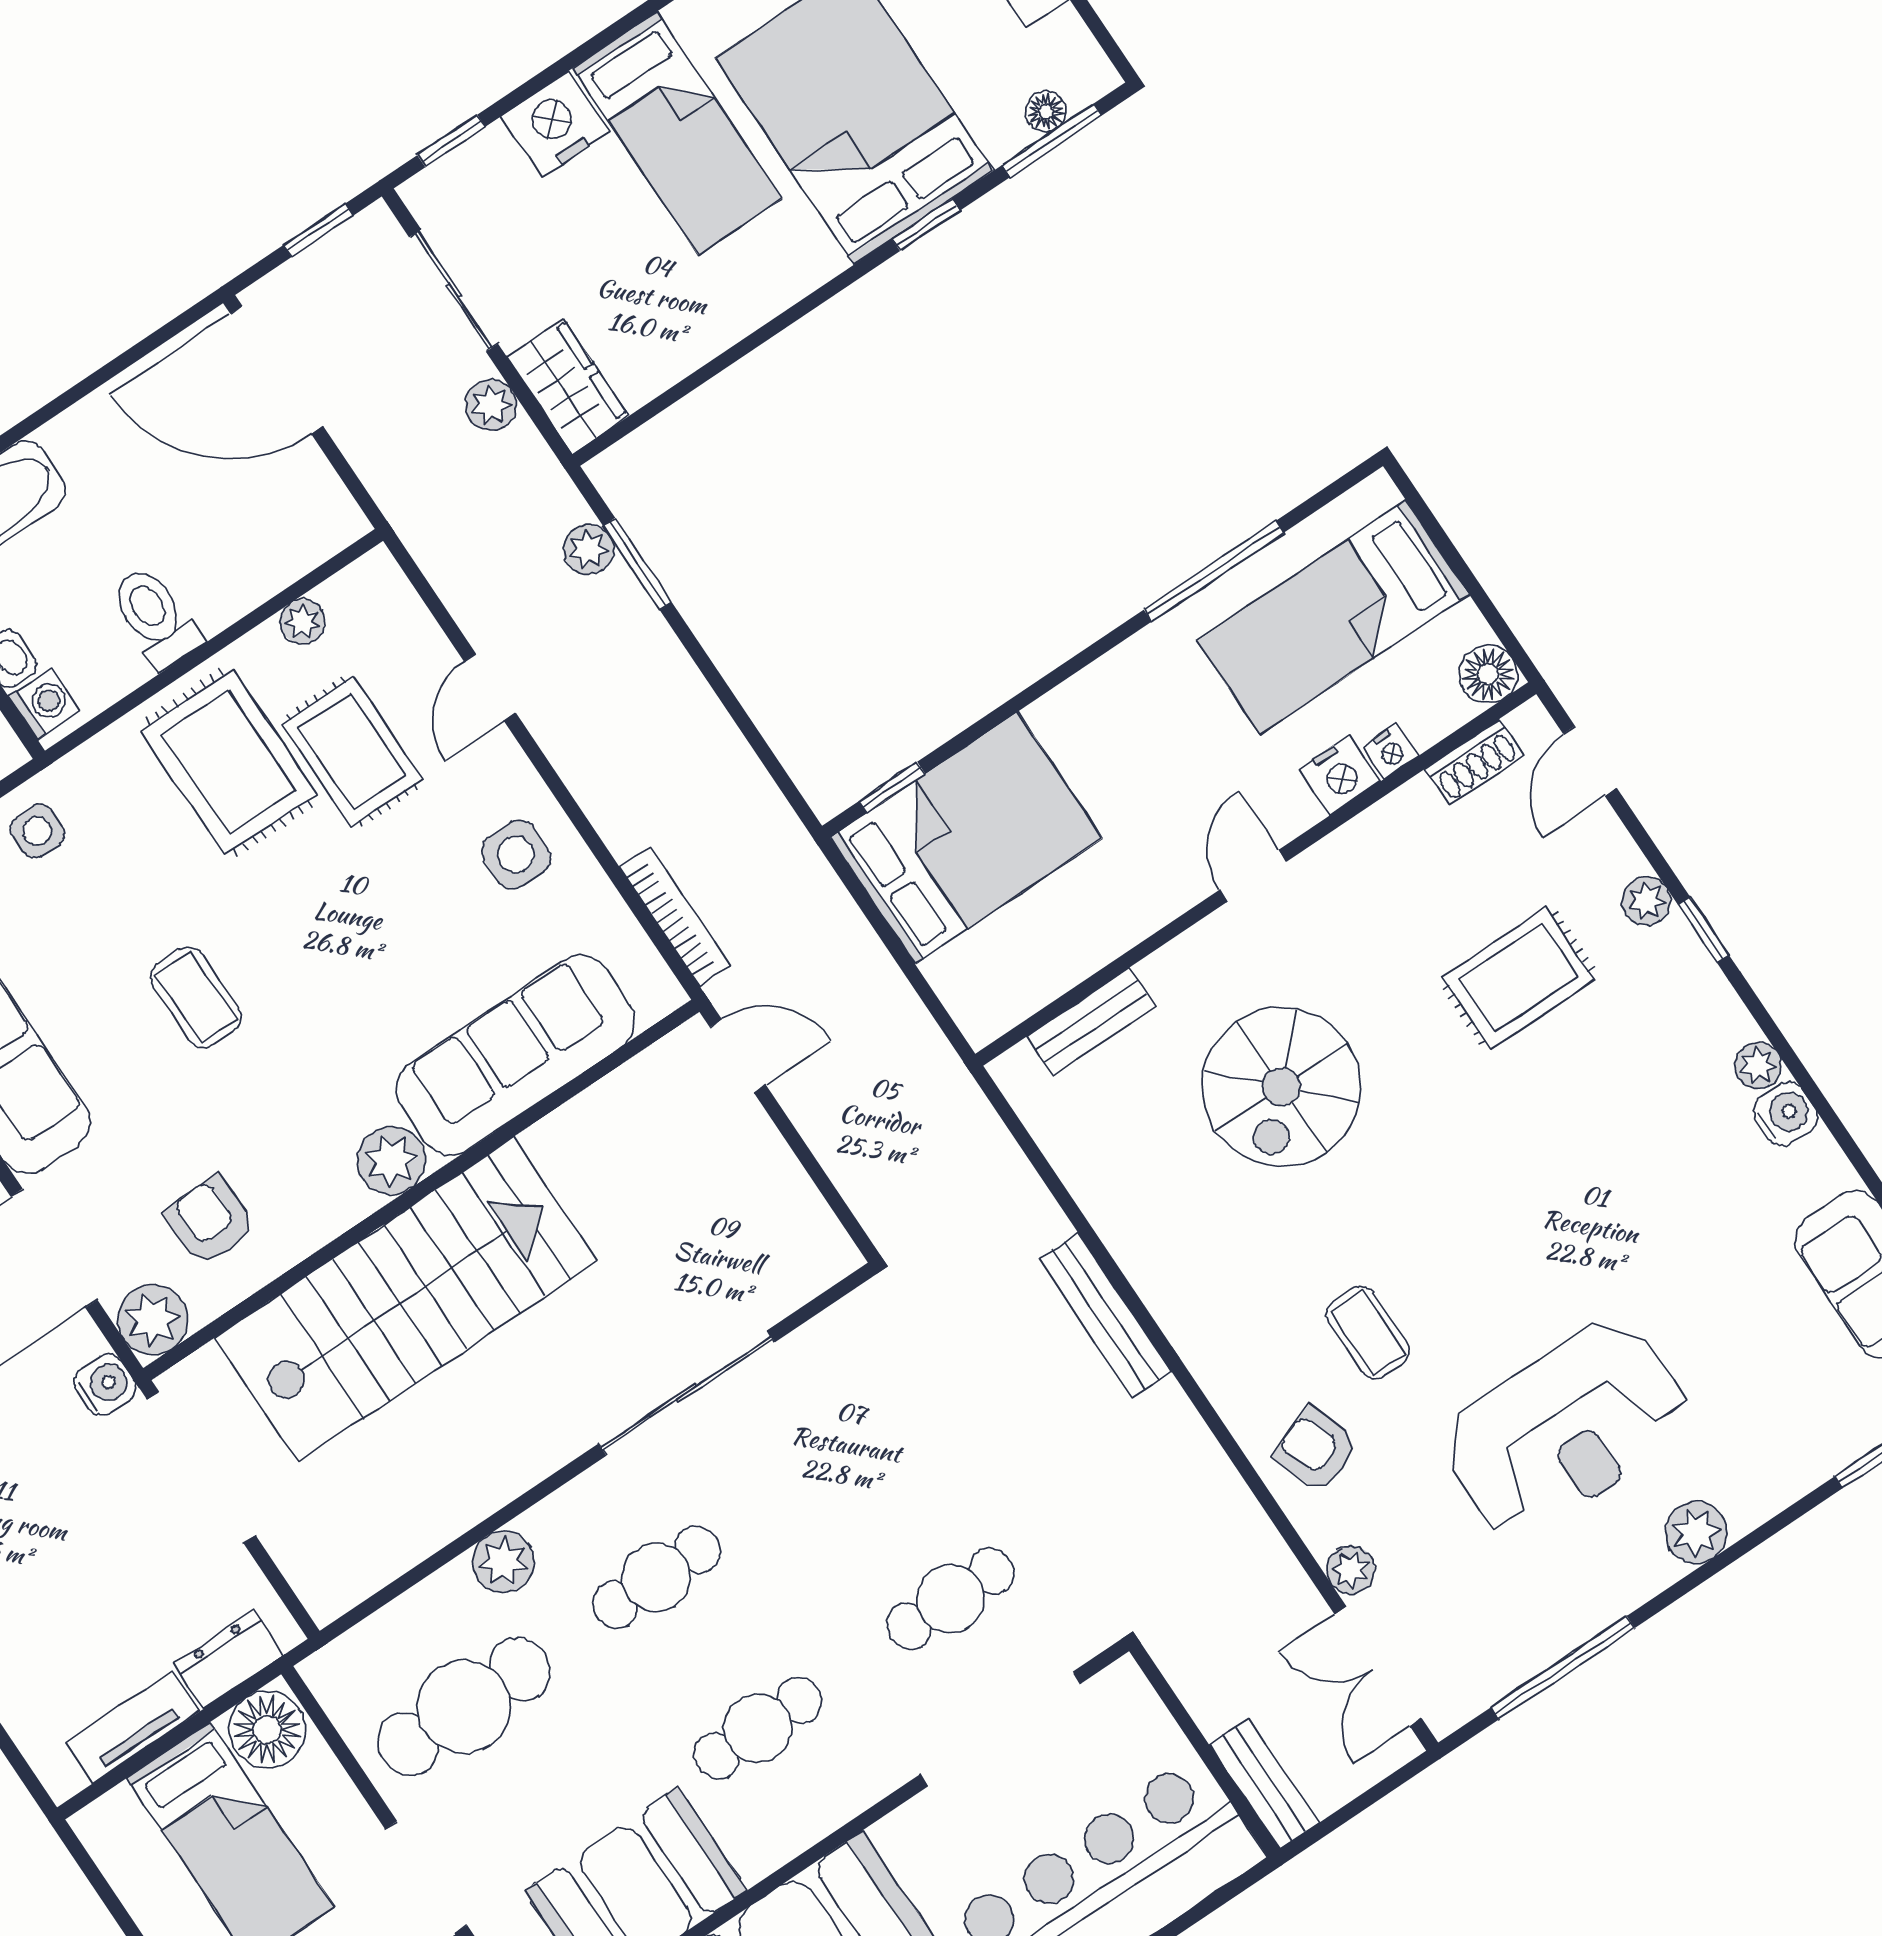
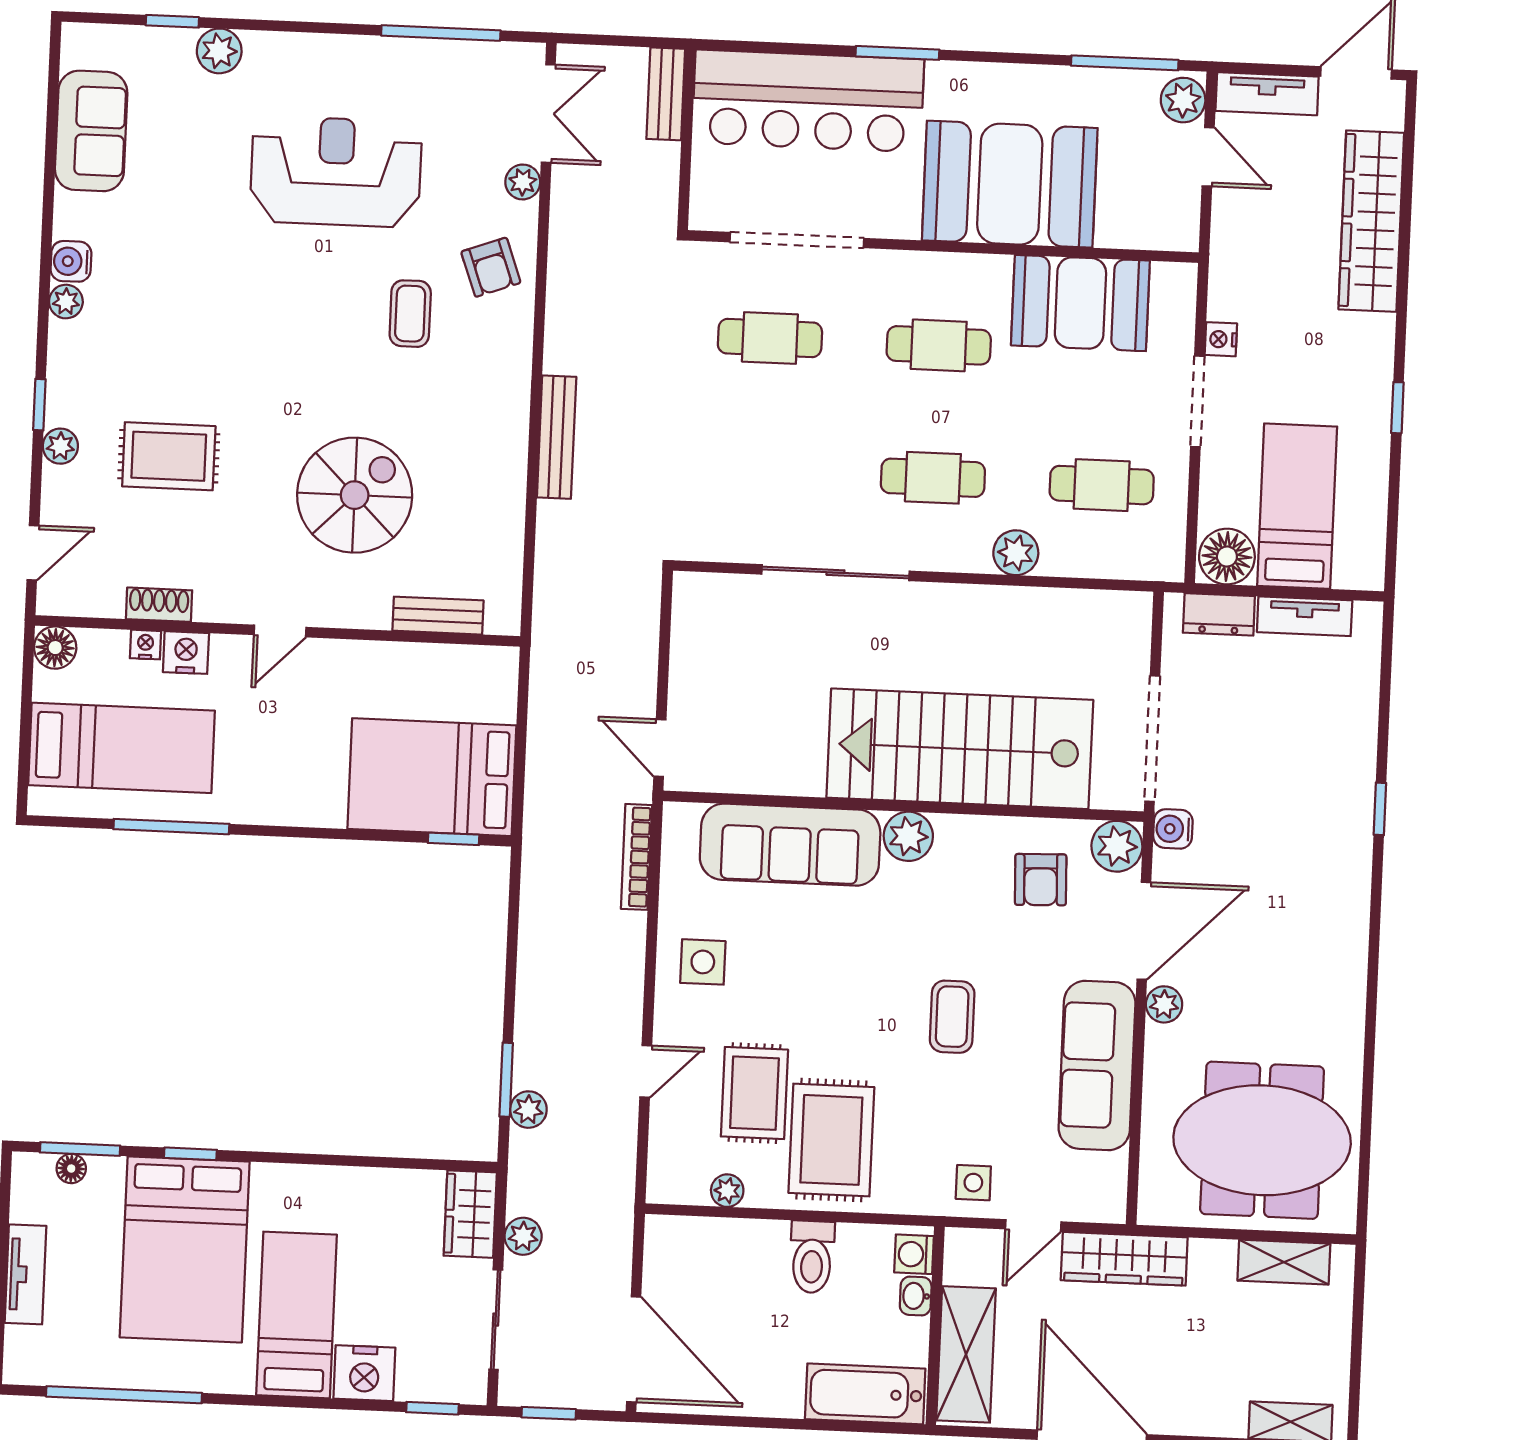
shoe rack: (1474, 762) -> (159, 605), moved
plant: (1696, 1532) -> (219, 51), moved
cafe table: (464, 1707) -> (1102, 485), width x0.73, depth x0.74

